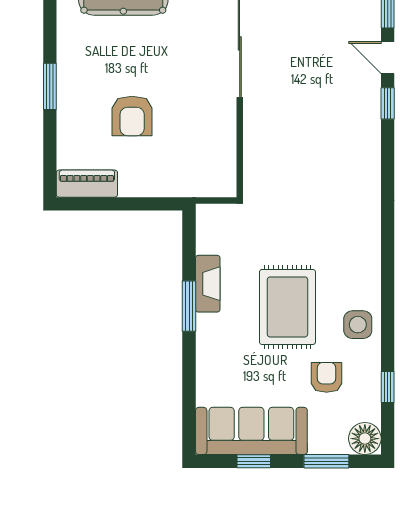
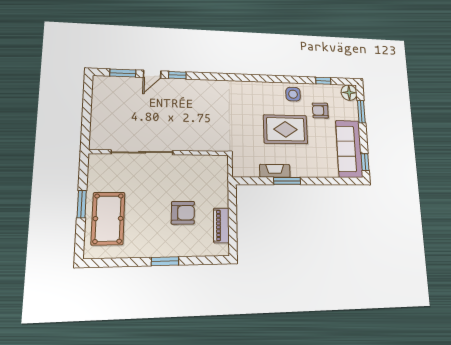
piano: (87, 184) -> (221, 225), moved
window: (254, 461) -> (365, 162), moved

